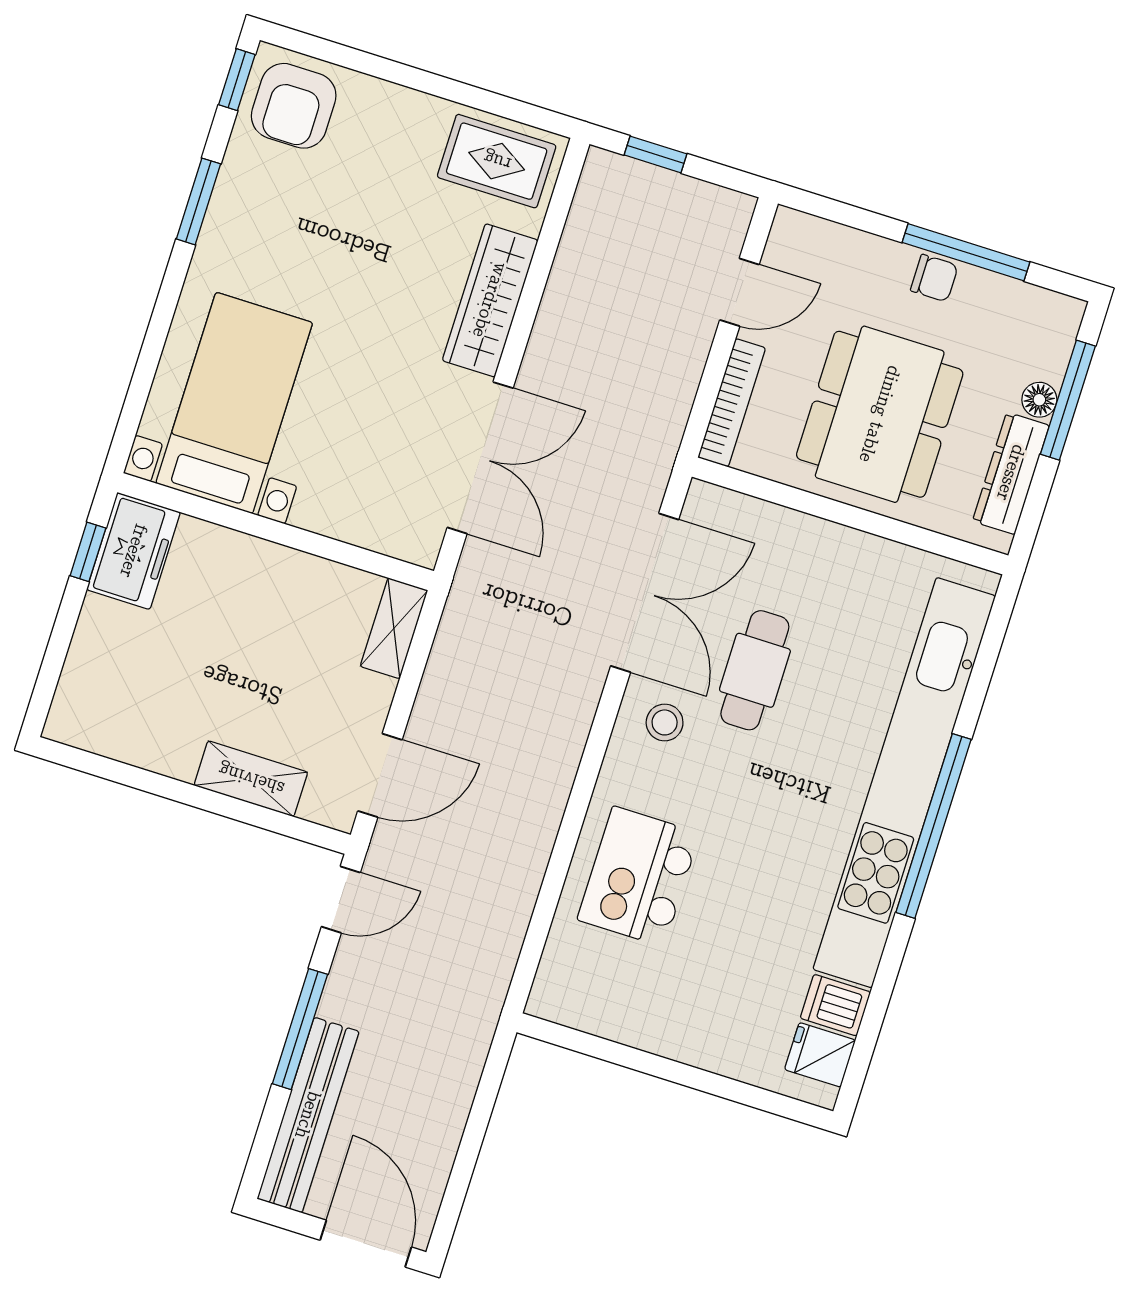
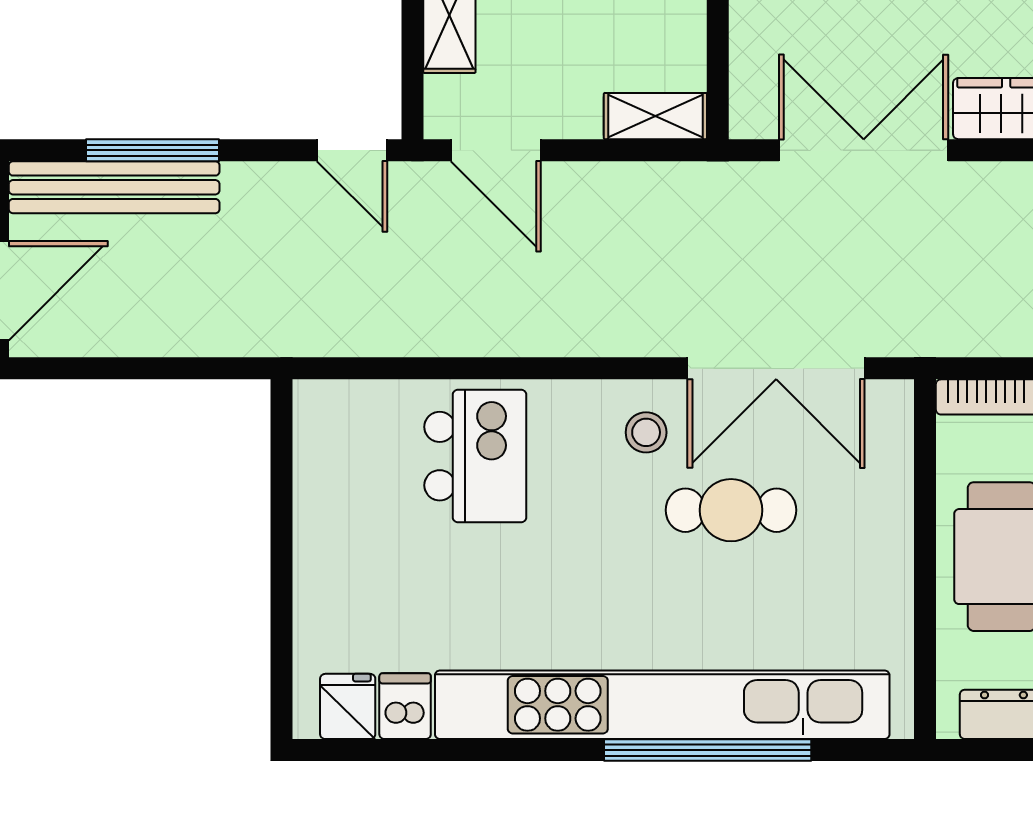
double door: (480, 458) -> (864, 150), swing flipped
window: (934, 826) -> (708, 750), moved
kitchen island: (639, 876) -> (475, 456), turned 90
window: (300, 1029) -> (152, 150), moved

